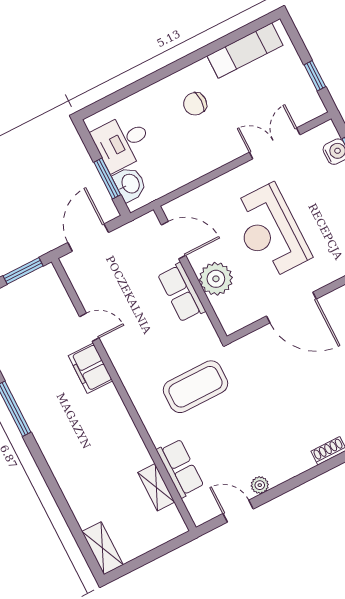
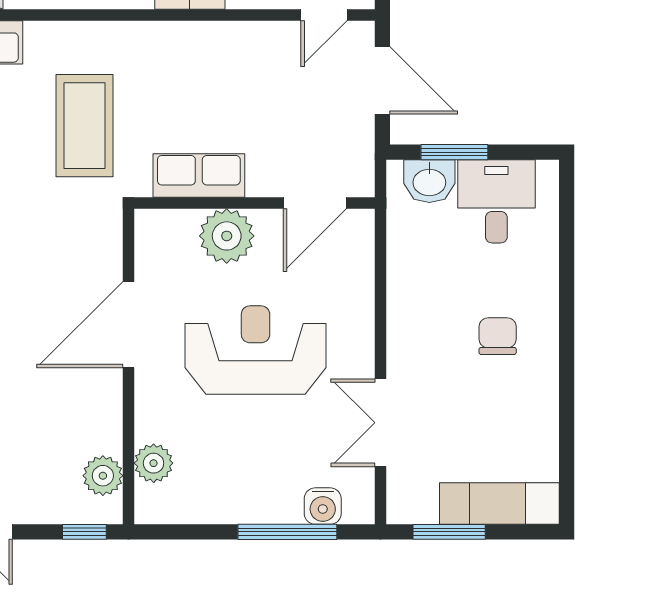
exam couch: (245, 51) -> (499, 504), moved, turned 90
window: (315, 76) -> (449, 532), width x1.50
double door: (275, 143) -> (380, 423), swing flipped
row of seats: (181, 293) -> (199, 175), moved
door: (89, 327) -> (324, 15), moved

